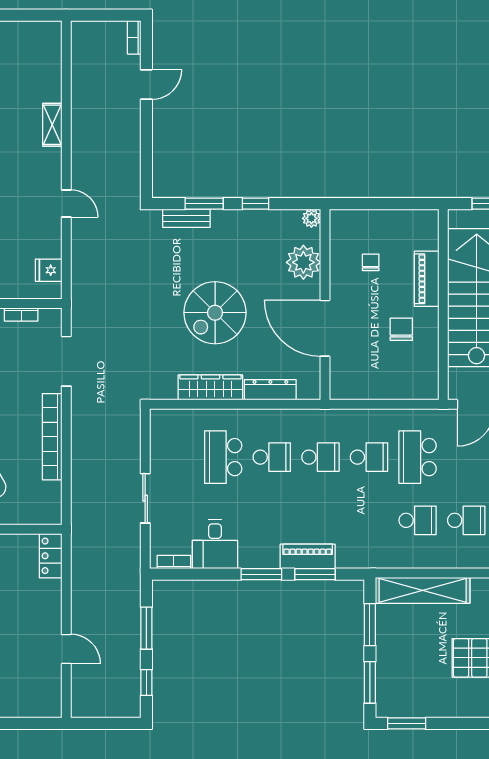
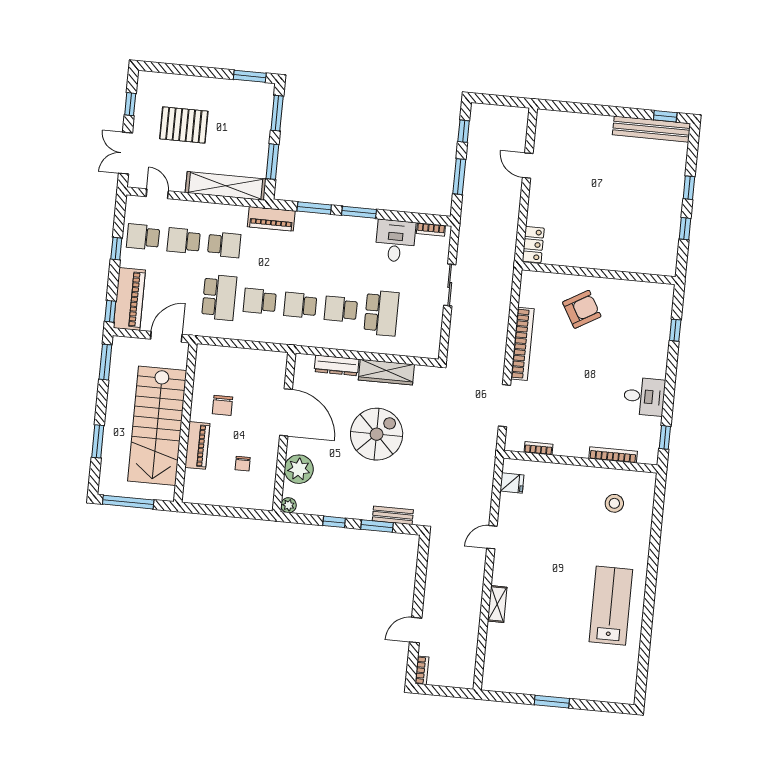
door: (66, 204) -> (492, 537), hinge flipped
school desk: (418, 520) -> (224, 245), turned 180
piano: (308, 556) -> (271, 219), moved

